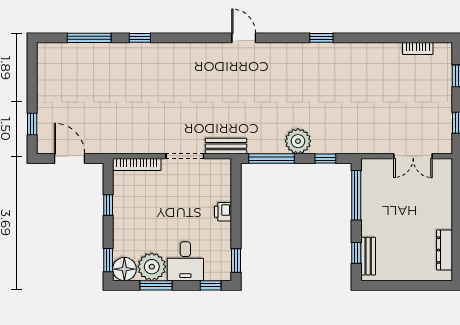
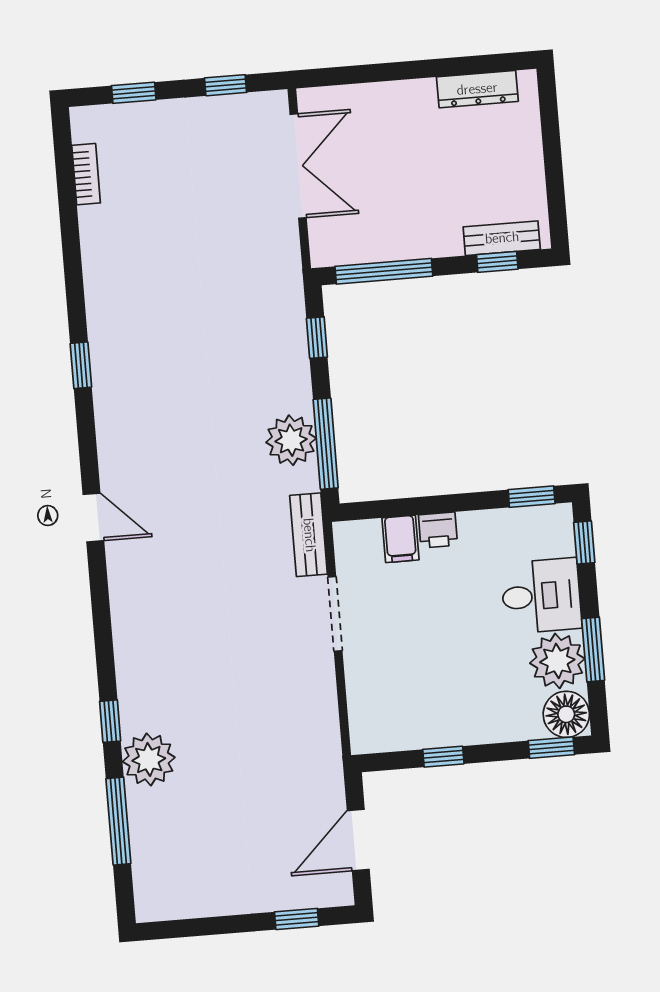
door: (244, 38) -> (93, 518), swing flipped
plant: (119, 56) -> (149, 759), added
plant: (298, 141) -> (291, 440), moved
double door: (413, 156) -> (298, 166), width x1.37
bookcase: (137, 165) -> (359, 707), removed
filing cabinet: (220, 192) -> (401, 539), added

